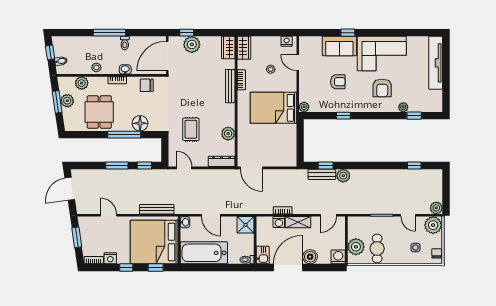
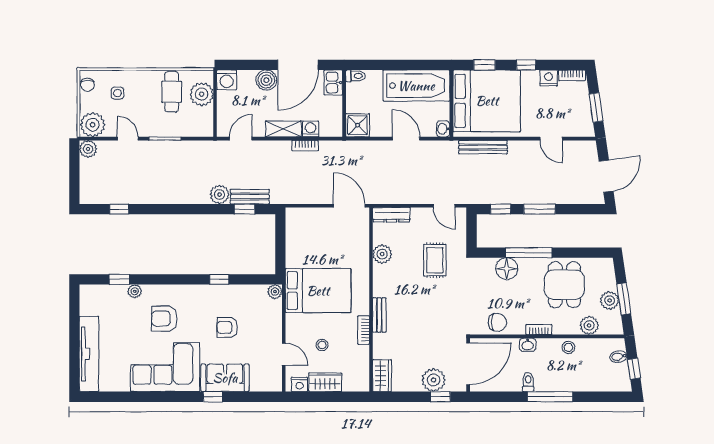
wardrobe: (244, 48) -> (325, 382), moved, turned 90
bench: (230, 86) -> (379, 315), width x0.73
armchair: (382, 88) -> (165, 319), turned -90

